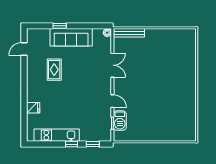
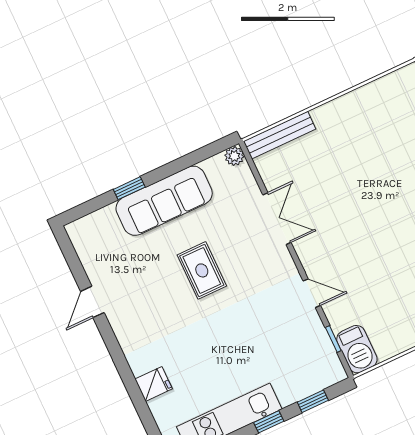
door: (24, 49) -> (92, 302), moved
rug: (54, 70) -> (202, 270), moved
barbecue: (120, 121) -> (357, 349), moved

